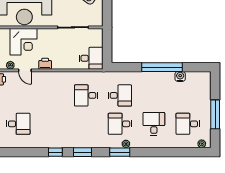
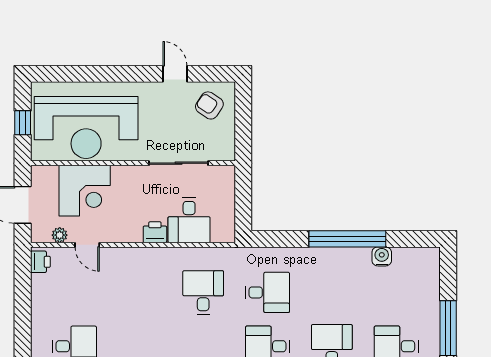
desk: (91, 58) -> (189, 220), moved, turned 90
printer: (45, 64) -> (155, 232), moved
desk: (86, 95) -> (203, 292), turned 90

